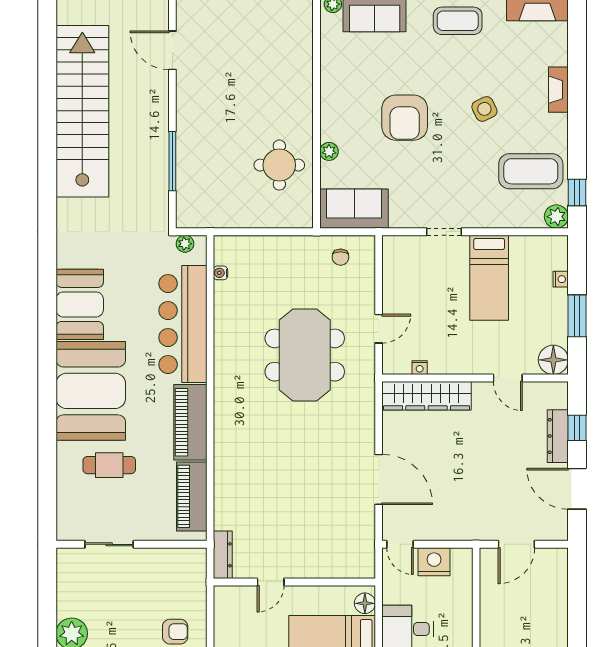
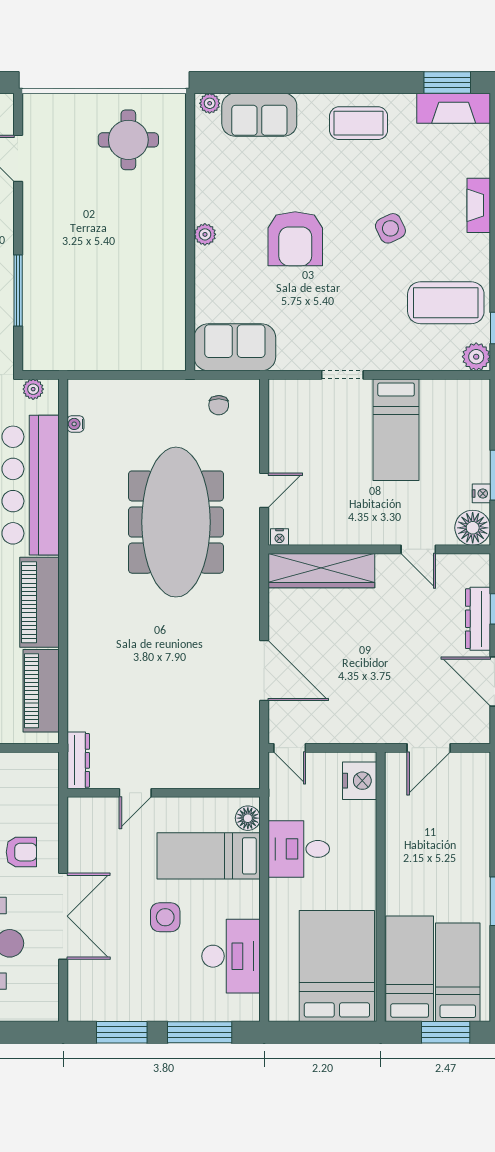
plant: (329, 151) -> (205, 234), moved
round table: (279, 165) -> (128, 140), moved
nightstand: (561, 279) -> (481, 493), moved
meeting table: (305, 355) -> (176, 522), width x1.36
nightstand: (420, 368) -> (280, 537), moved
nightstand: (434, 562) -> (360, 781), moved, turned 90

